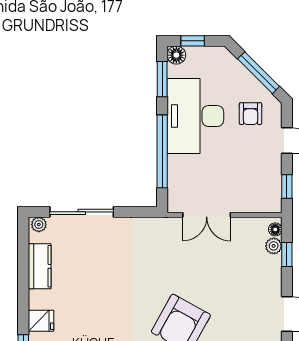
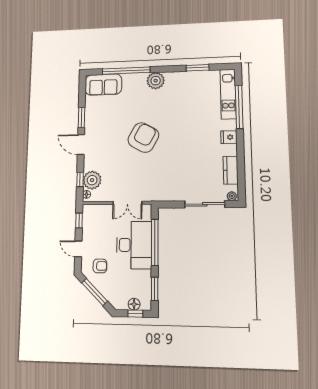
floor lamp: (176, 55) -> (134, 304), moved
armchair: (251, 114) -> (100, 266), turned 90
desk: (195, 116) -> (134, 245), moved
double door: (207, 215) -> (127, 203), swing flipped
plant: (274, 246) -> (92, 180), width x1.88, depth x1.88

